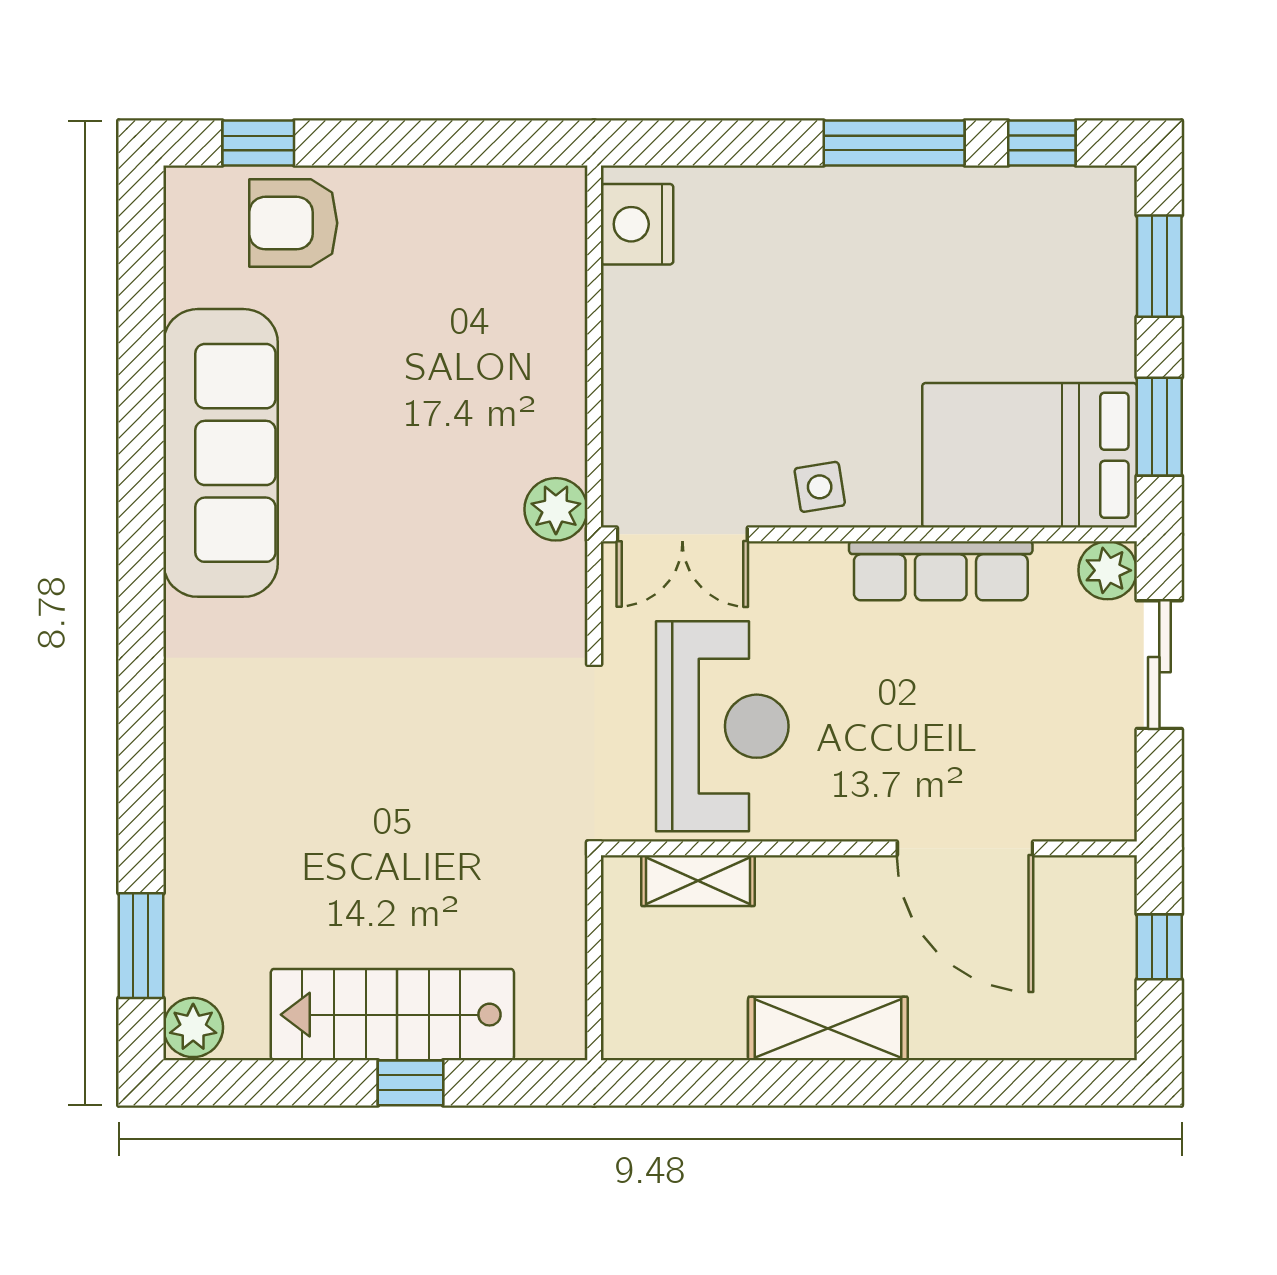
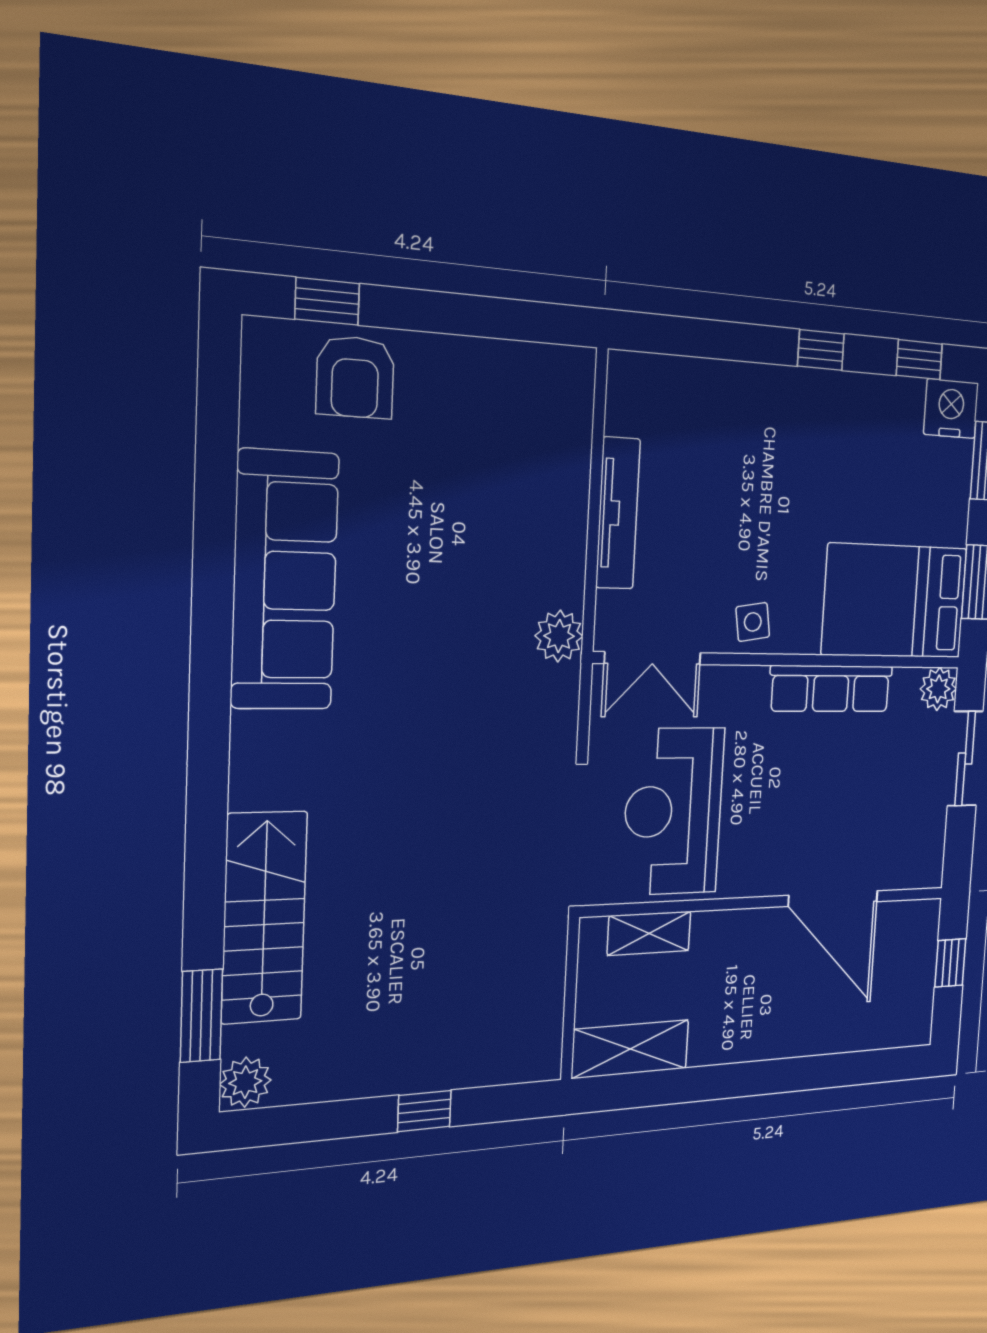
window: (894, 143) -> (821, 350), width x0.46
armchair: (293, 223) -> (355, 377), turned -90
nightstand: (637, 224) -> (951, 409), moved, turned 90
tv unit: (625, 360) -> (618, 513), added
reception desk: (722, 726) -> (673, 811), turned 180
stairs: (392, 1015) -> (264, 918), moved, turned 90
shelving: (828, 1029) -> (630, 1049), moved

